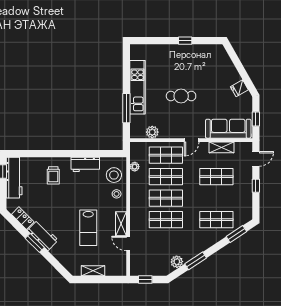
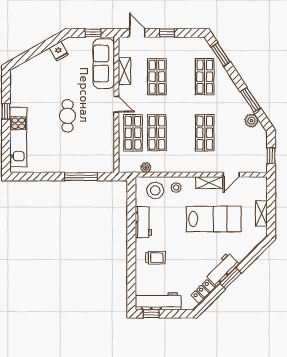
kitchen unit: (138, 87) -> (18, 137), moved, turned 90
plant: (152, 132) -> (107, 148), removed
shop shelf: (166, 198) -> (181, 133), removed
lab bench: (88, 228) -> (214, 219), width x1.36, depth x1.39

